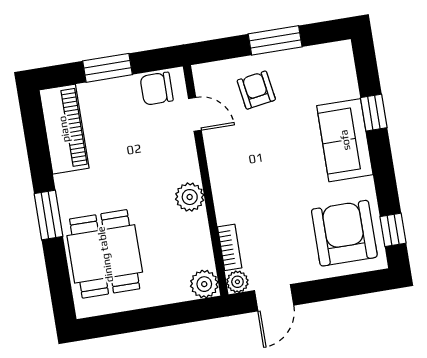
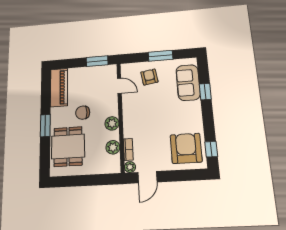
window: (108, 68) -> (97, 61), moved
chair: (157, 89) -> (83, 113), moved
sofa: (345, 140) -> (188, 83), moved
plant: (204, 284) -> (113, 147), moved

